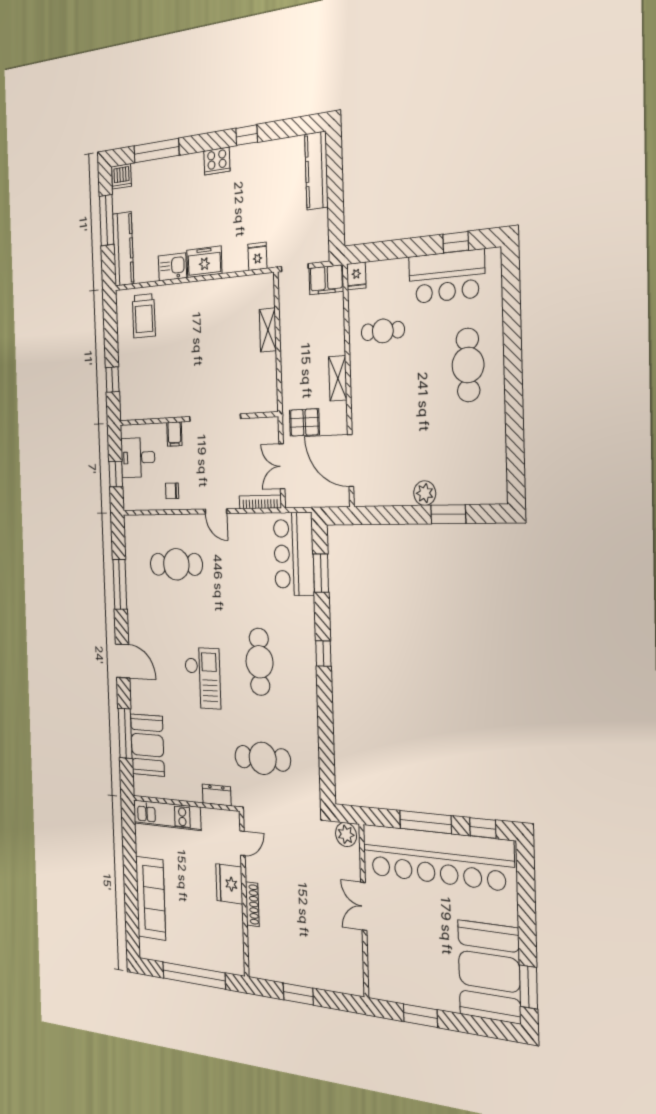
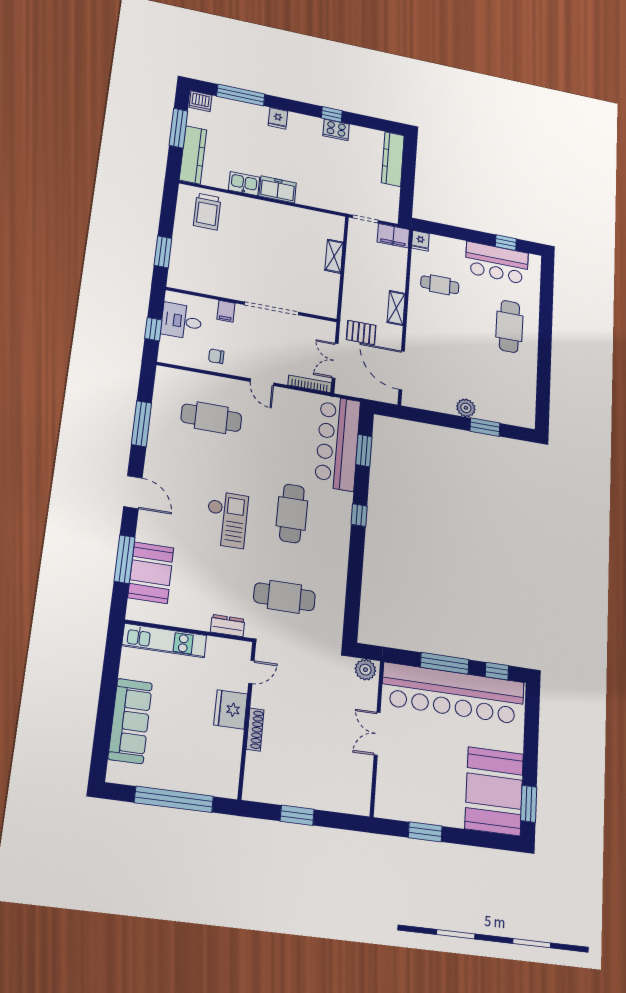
cooker: (217, 161) -> (336, 130), moved
fridge: (257, 256) -> (278, 118), moved, turned 180
window: (112, 380) -> (163, 252), width x1.50
bar counter: (294, 554) -> (338, 443), width x1.36

